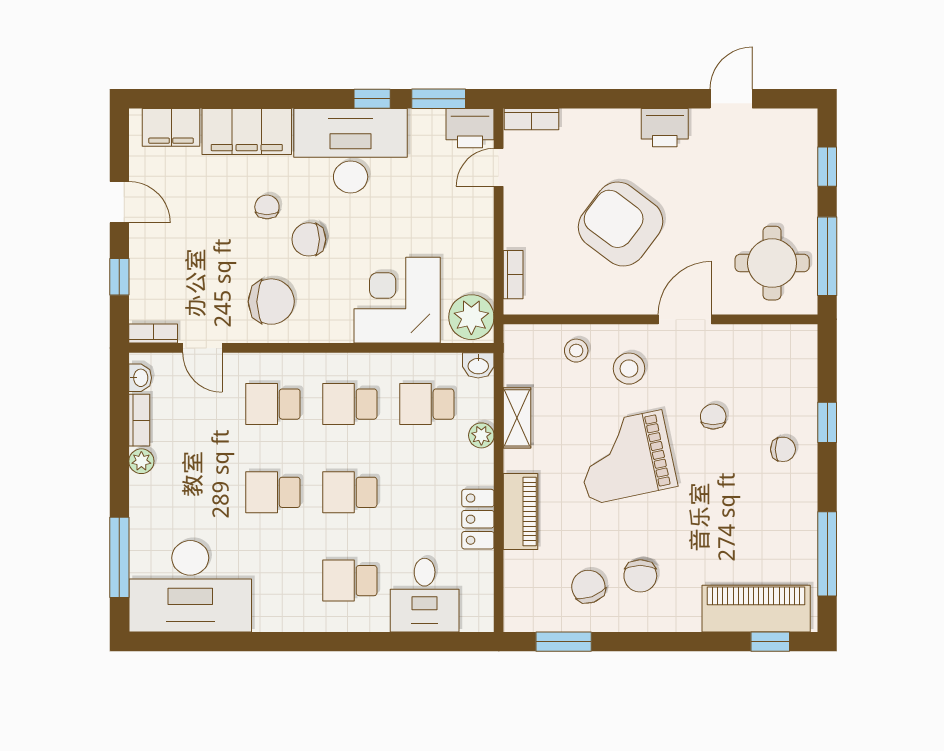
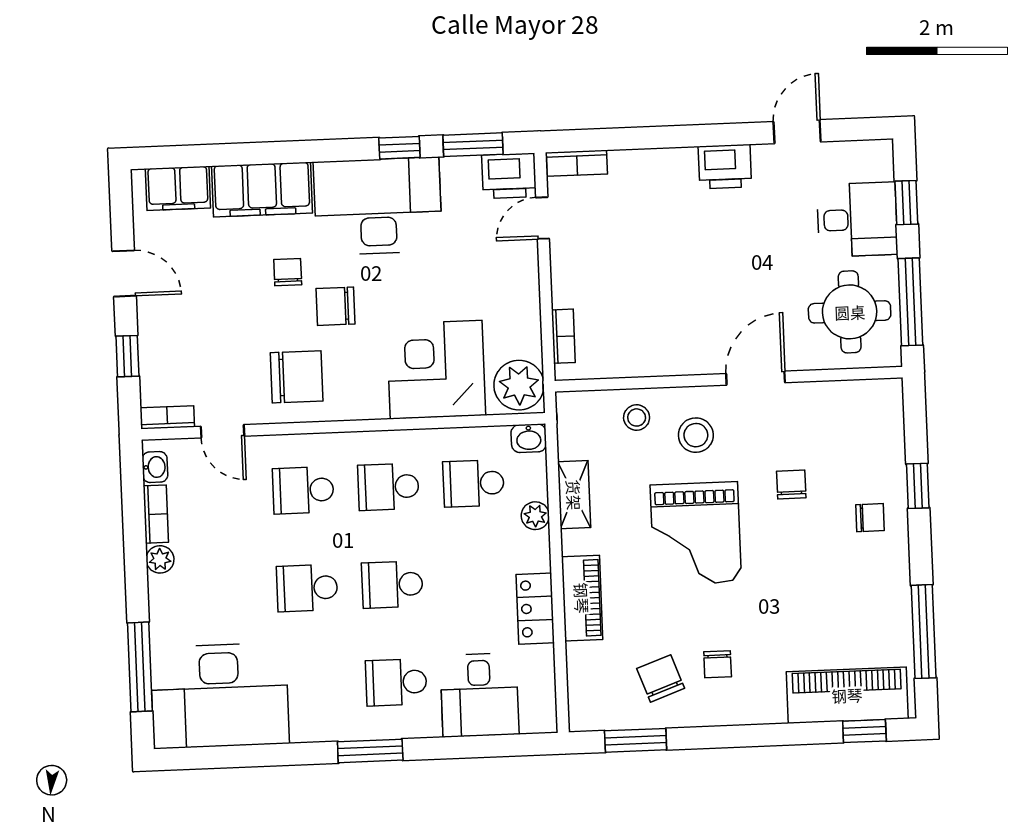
desk: (782, 180) -> (857, 220), added
armchair: (621, 224) -> (680, 275), removed
grand piano: (625, 457) -> (696, 533), turned -78
chair: (640, 576) -> (718, 664), width x0.73, depth x0.73
window: (324, 642) -> (370, 751), added

